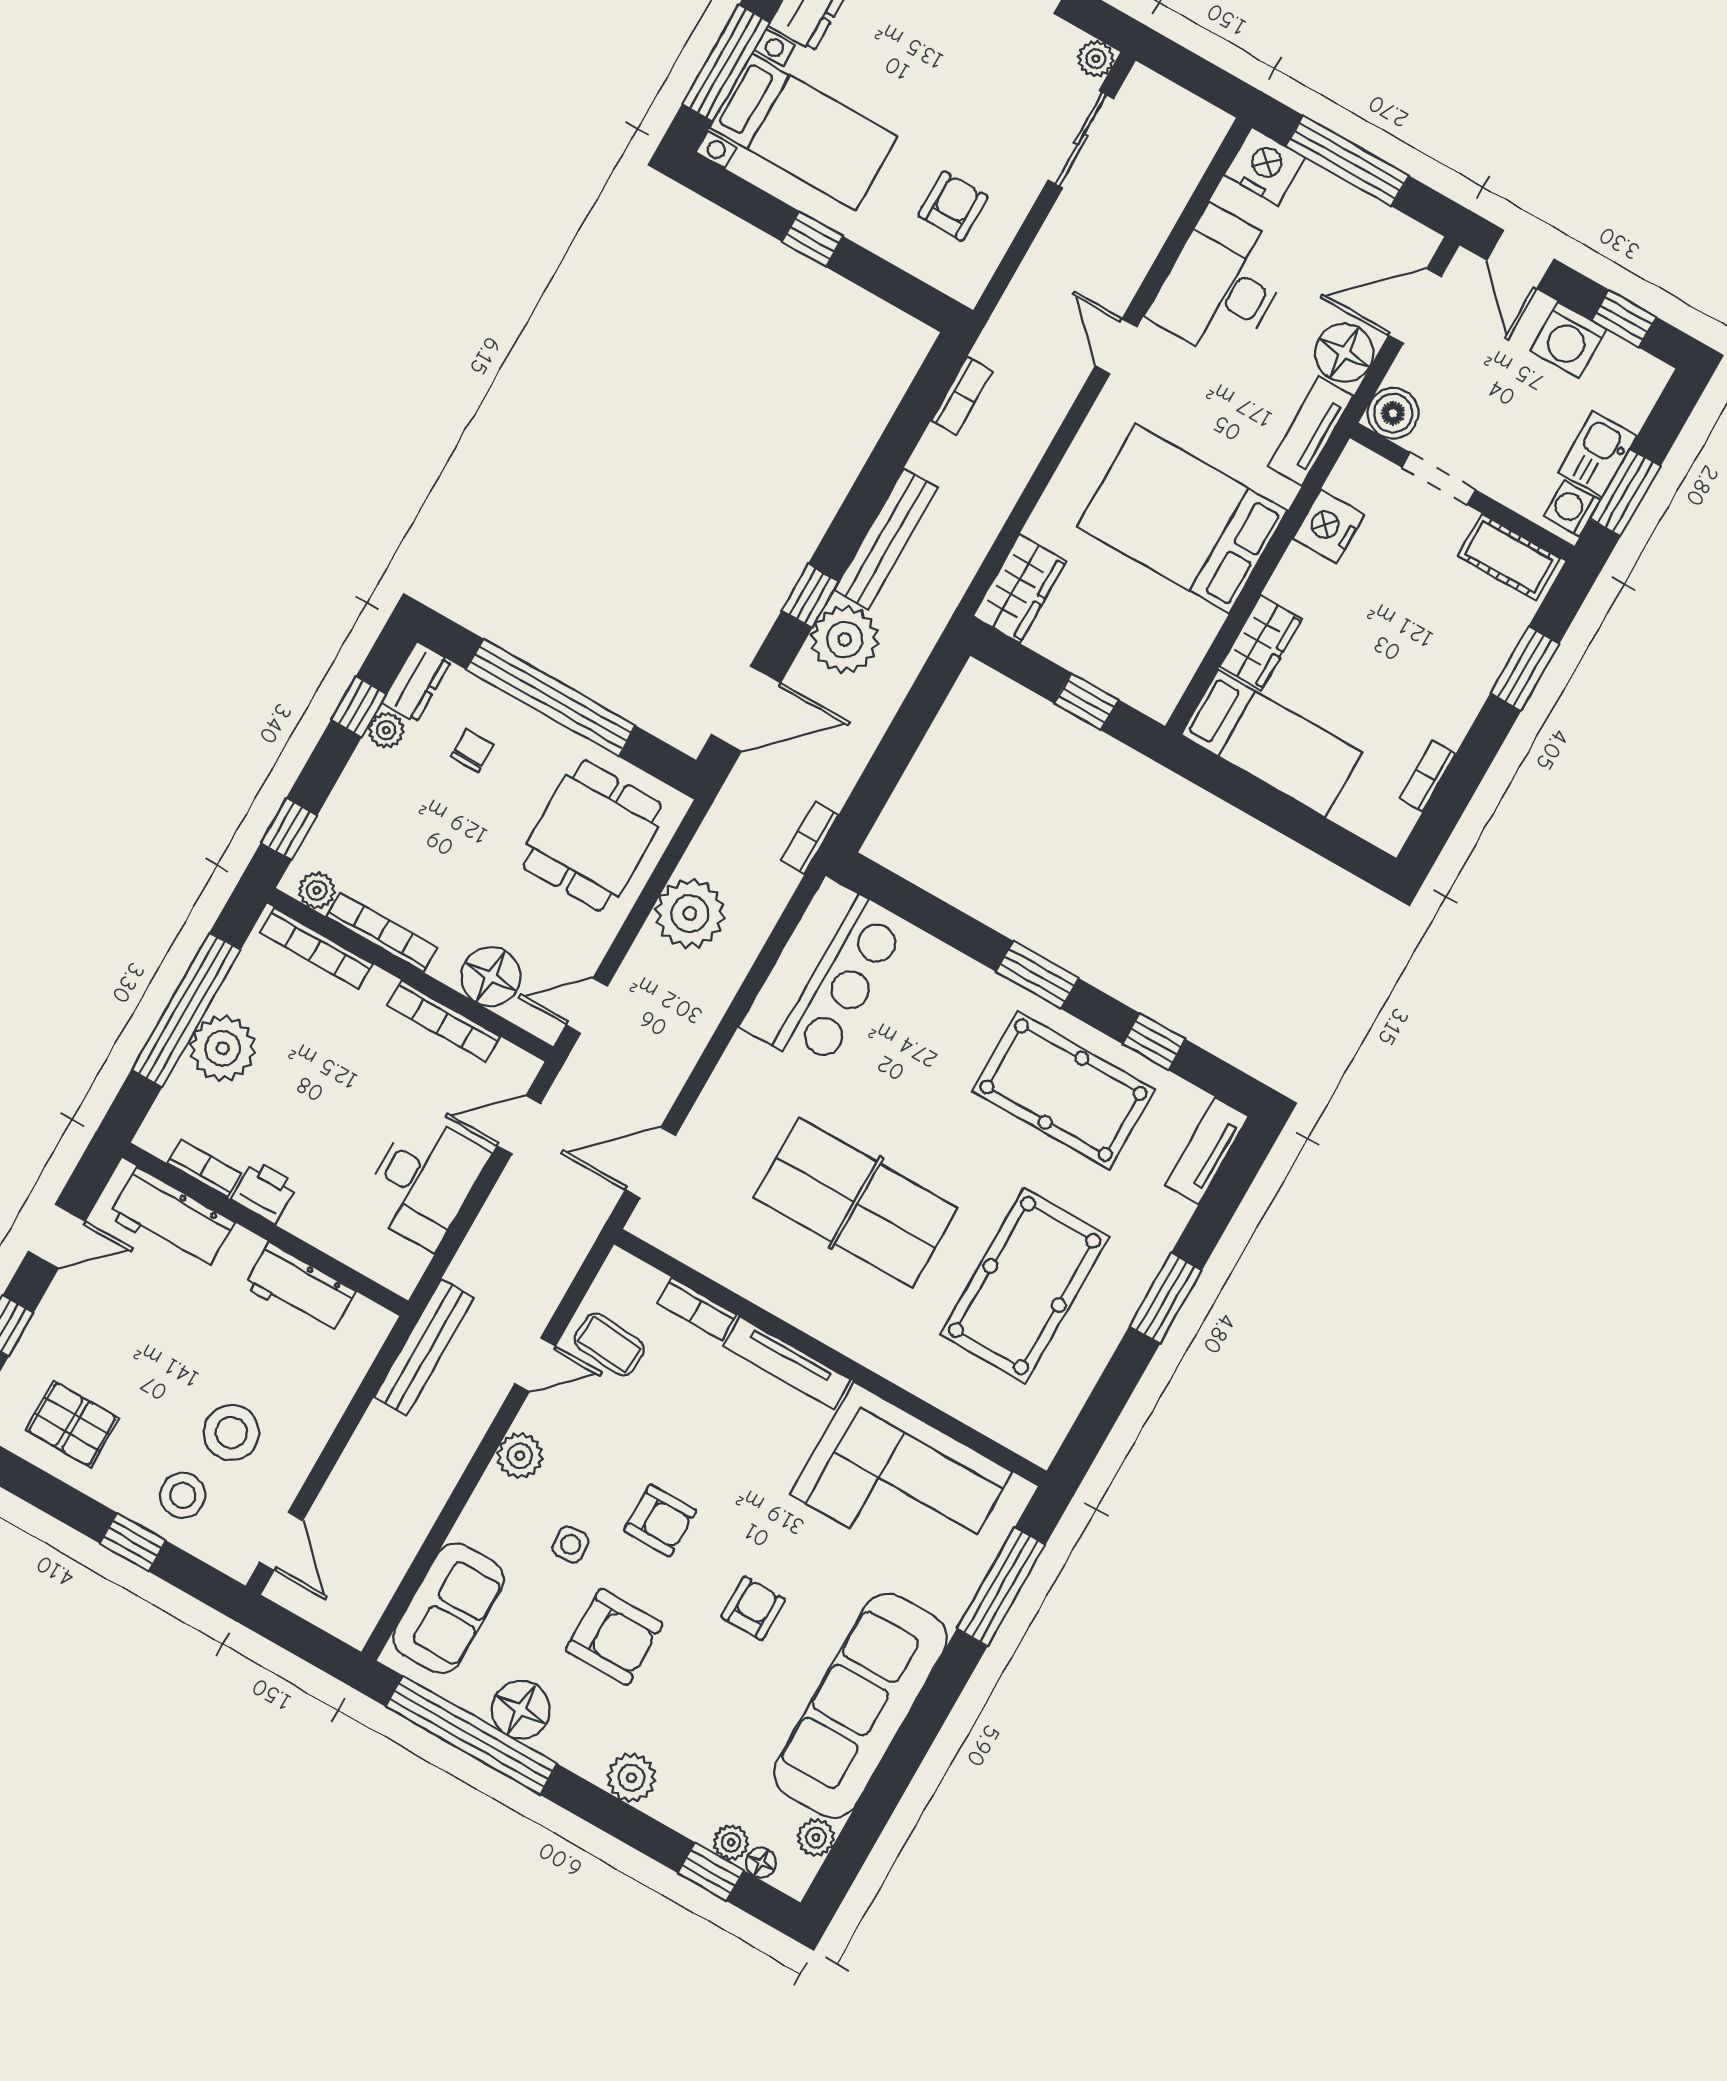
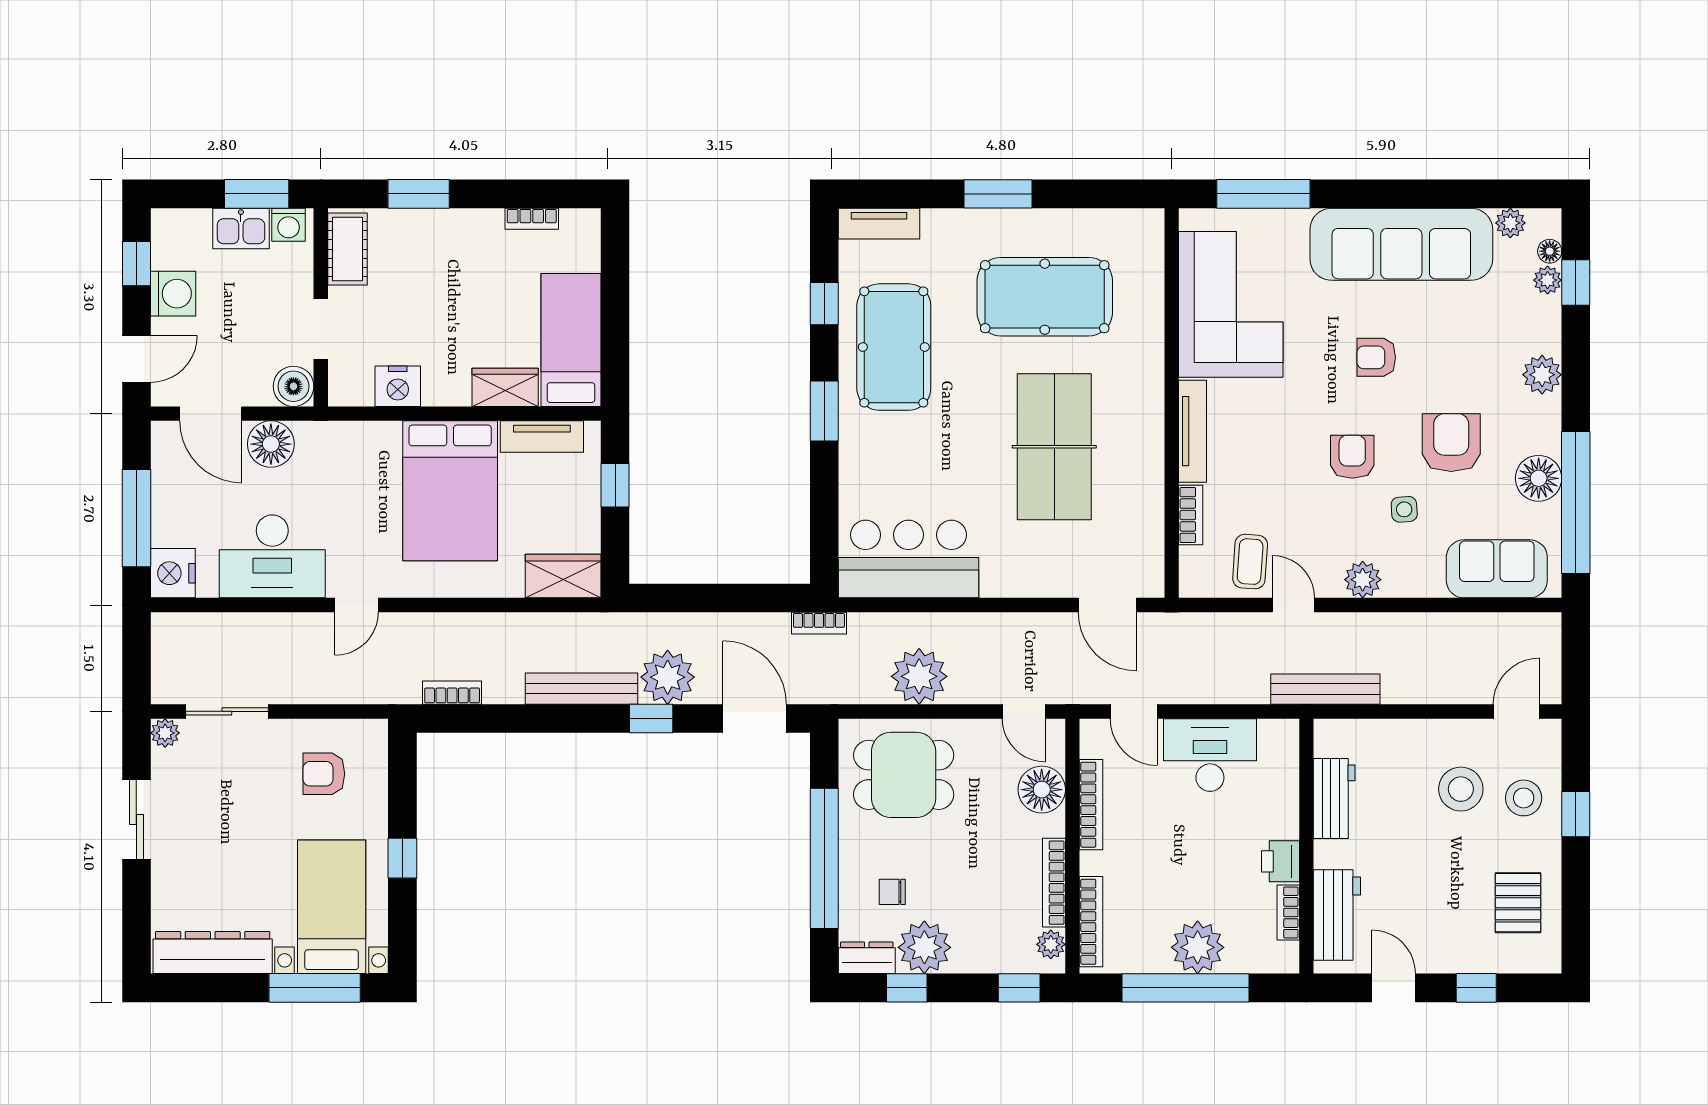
tv unit: (1310, 431) -> (542, 437), moved
plant: (386, 730) -> (924, 947), width x1.88, depth x1.88

